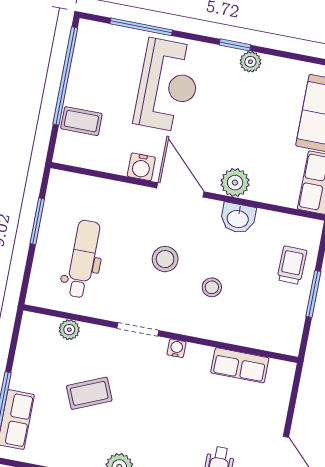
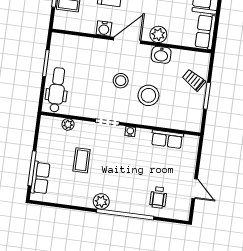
door: (180, 190) -> (127, 40), hinge flipped
dental chair: (83, 259) -> (57, 90), moved
trolley: (292, 265) -> (194, 80), turned -59
stool: (212, 287) -> (148, 95), width x1.89, depth x1.89
coffee table: (89, 393) -> (82, 160), turned -67

